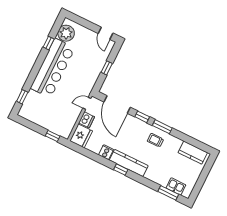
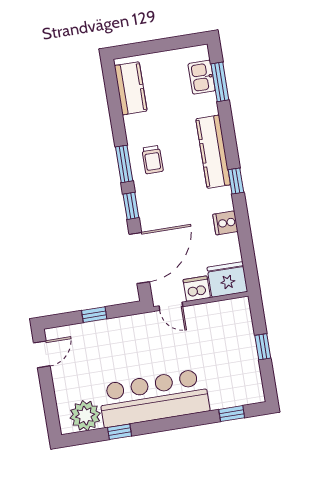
window: (53, 136) -> (263, 347), moved
kitchen counter: (129, 163) -> (213, 152), moved

